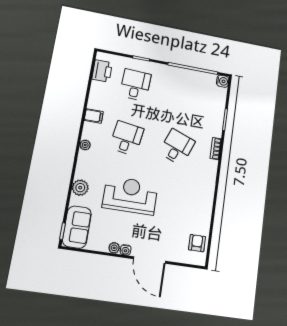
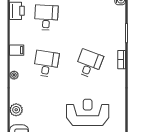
reception desk: (130, 195) -> (88, 112), moved

